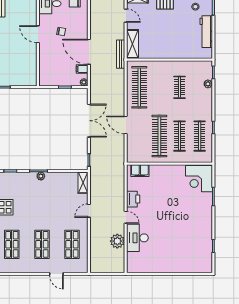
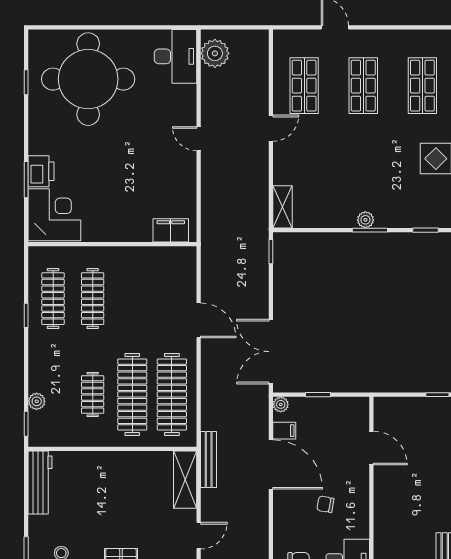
door: (126, 16) -> (199, 536), swing flipped
workbench: (206, 32) -> (40, 482), moved
door: (38, 34) -> (371, 448), moved
double door: (89, 121) -> (271, 352), moved
clothes rail: (159, 136) -> (132, 394), moved
printer: (133, 199) -> (41, 171), moved, turned 180
door: (89, 211) -> (271, 128), moved
desk: (137, 238) -> (176, 56), moved
plant: (117, 241) -> (215, 53), moved
round table: (182, 248) -> (88, 79), added

